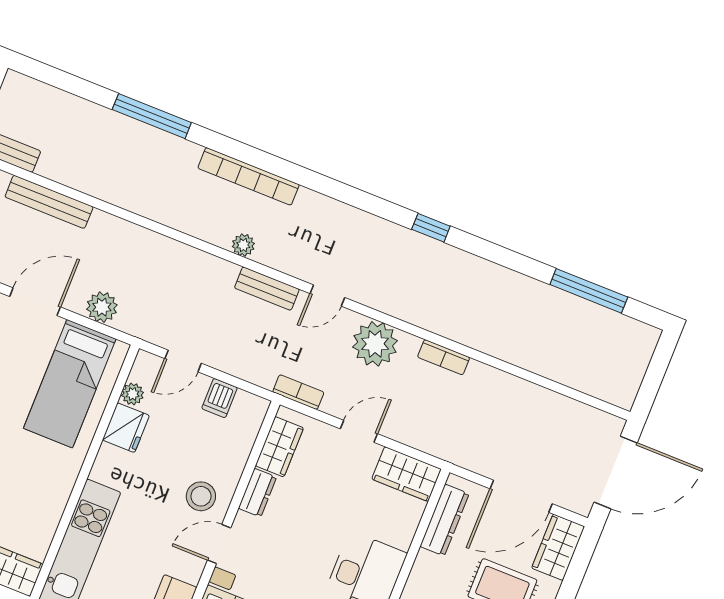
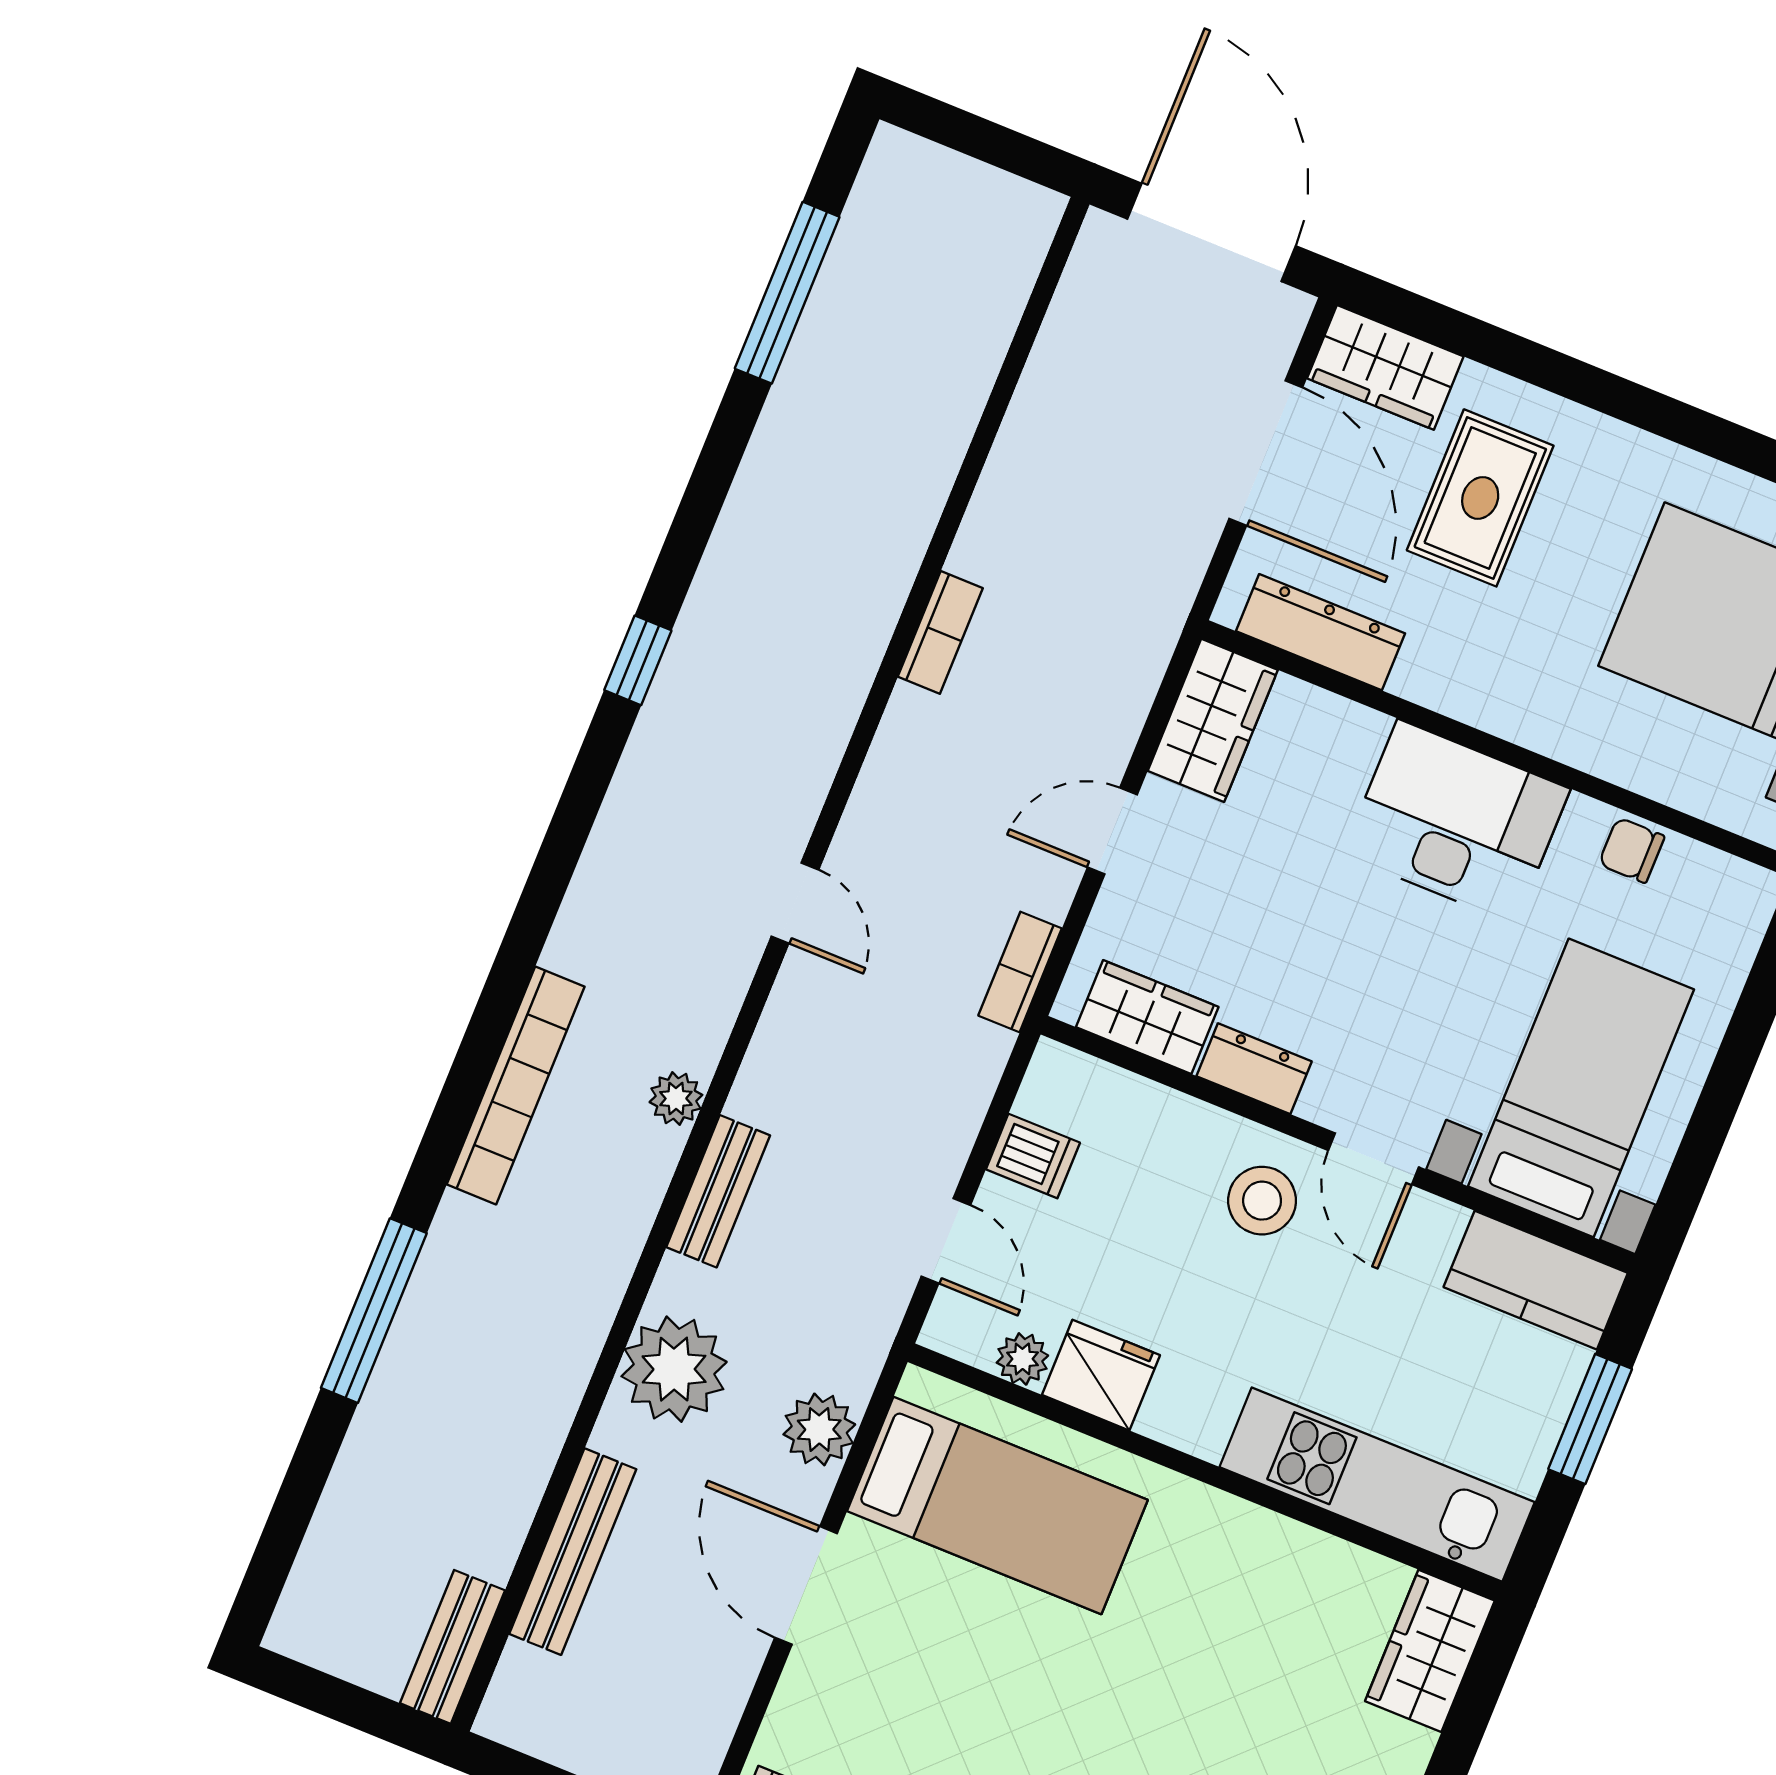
bench: (267, 289) -> (718, 1191), moved
plant: (375, 344) -> (674, 1369), moved
door: (359, 431) -> (1112, 831), hinge flipped

